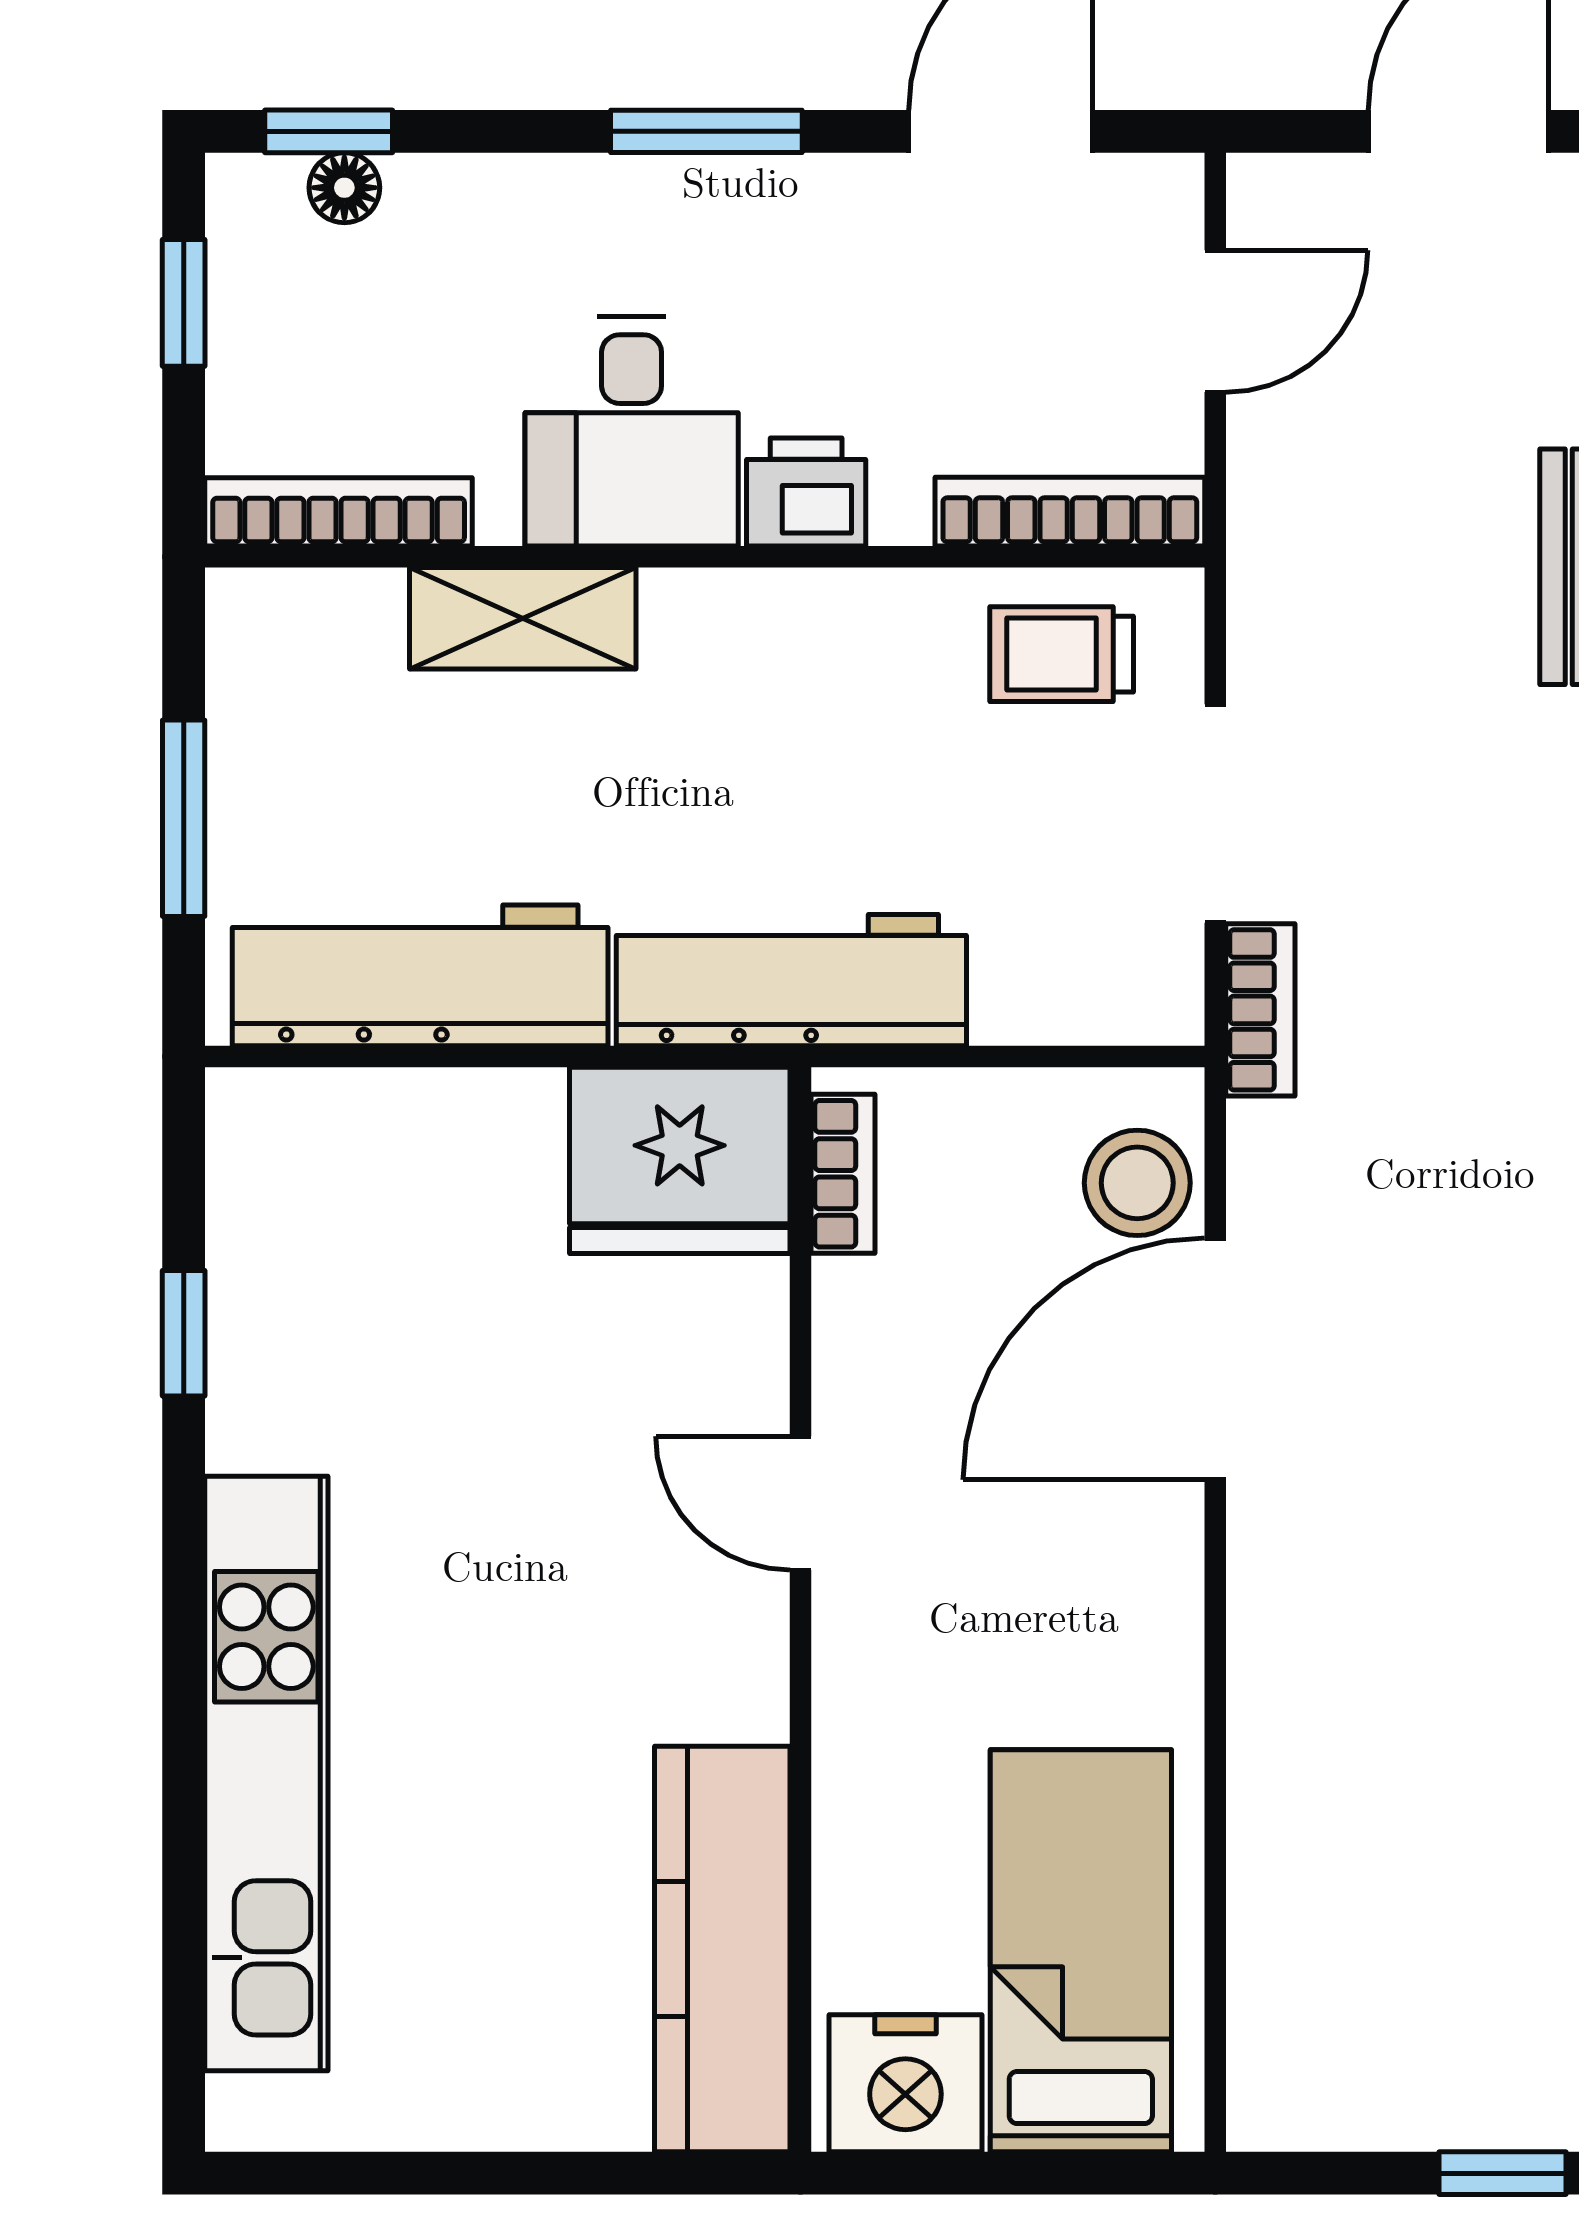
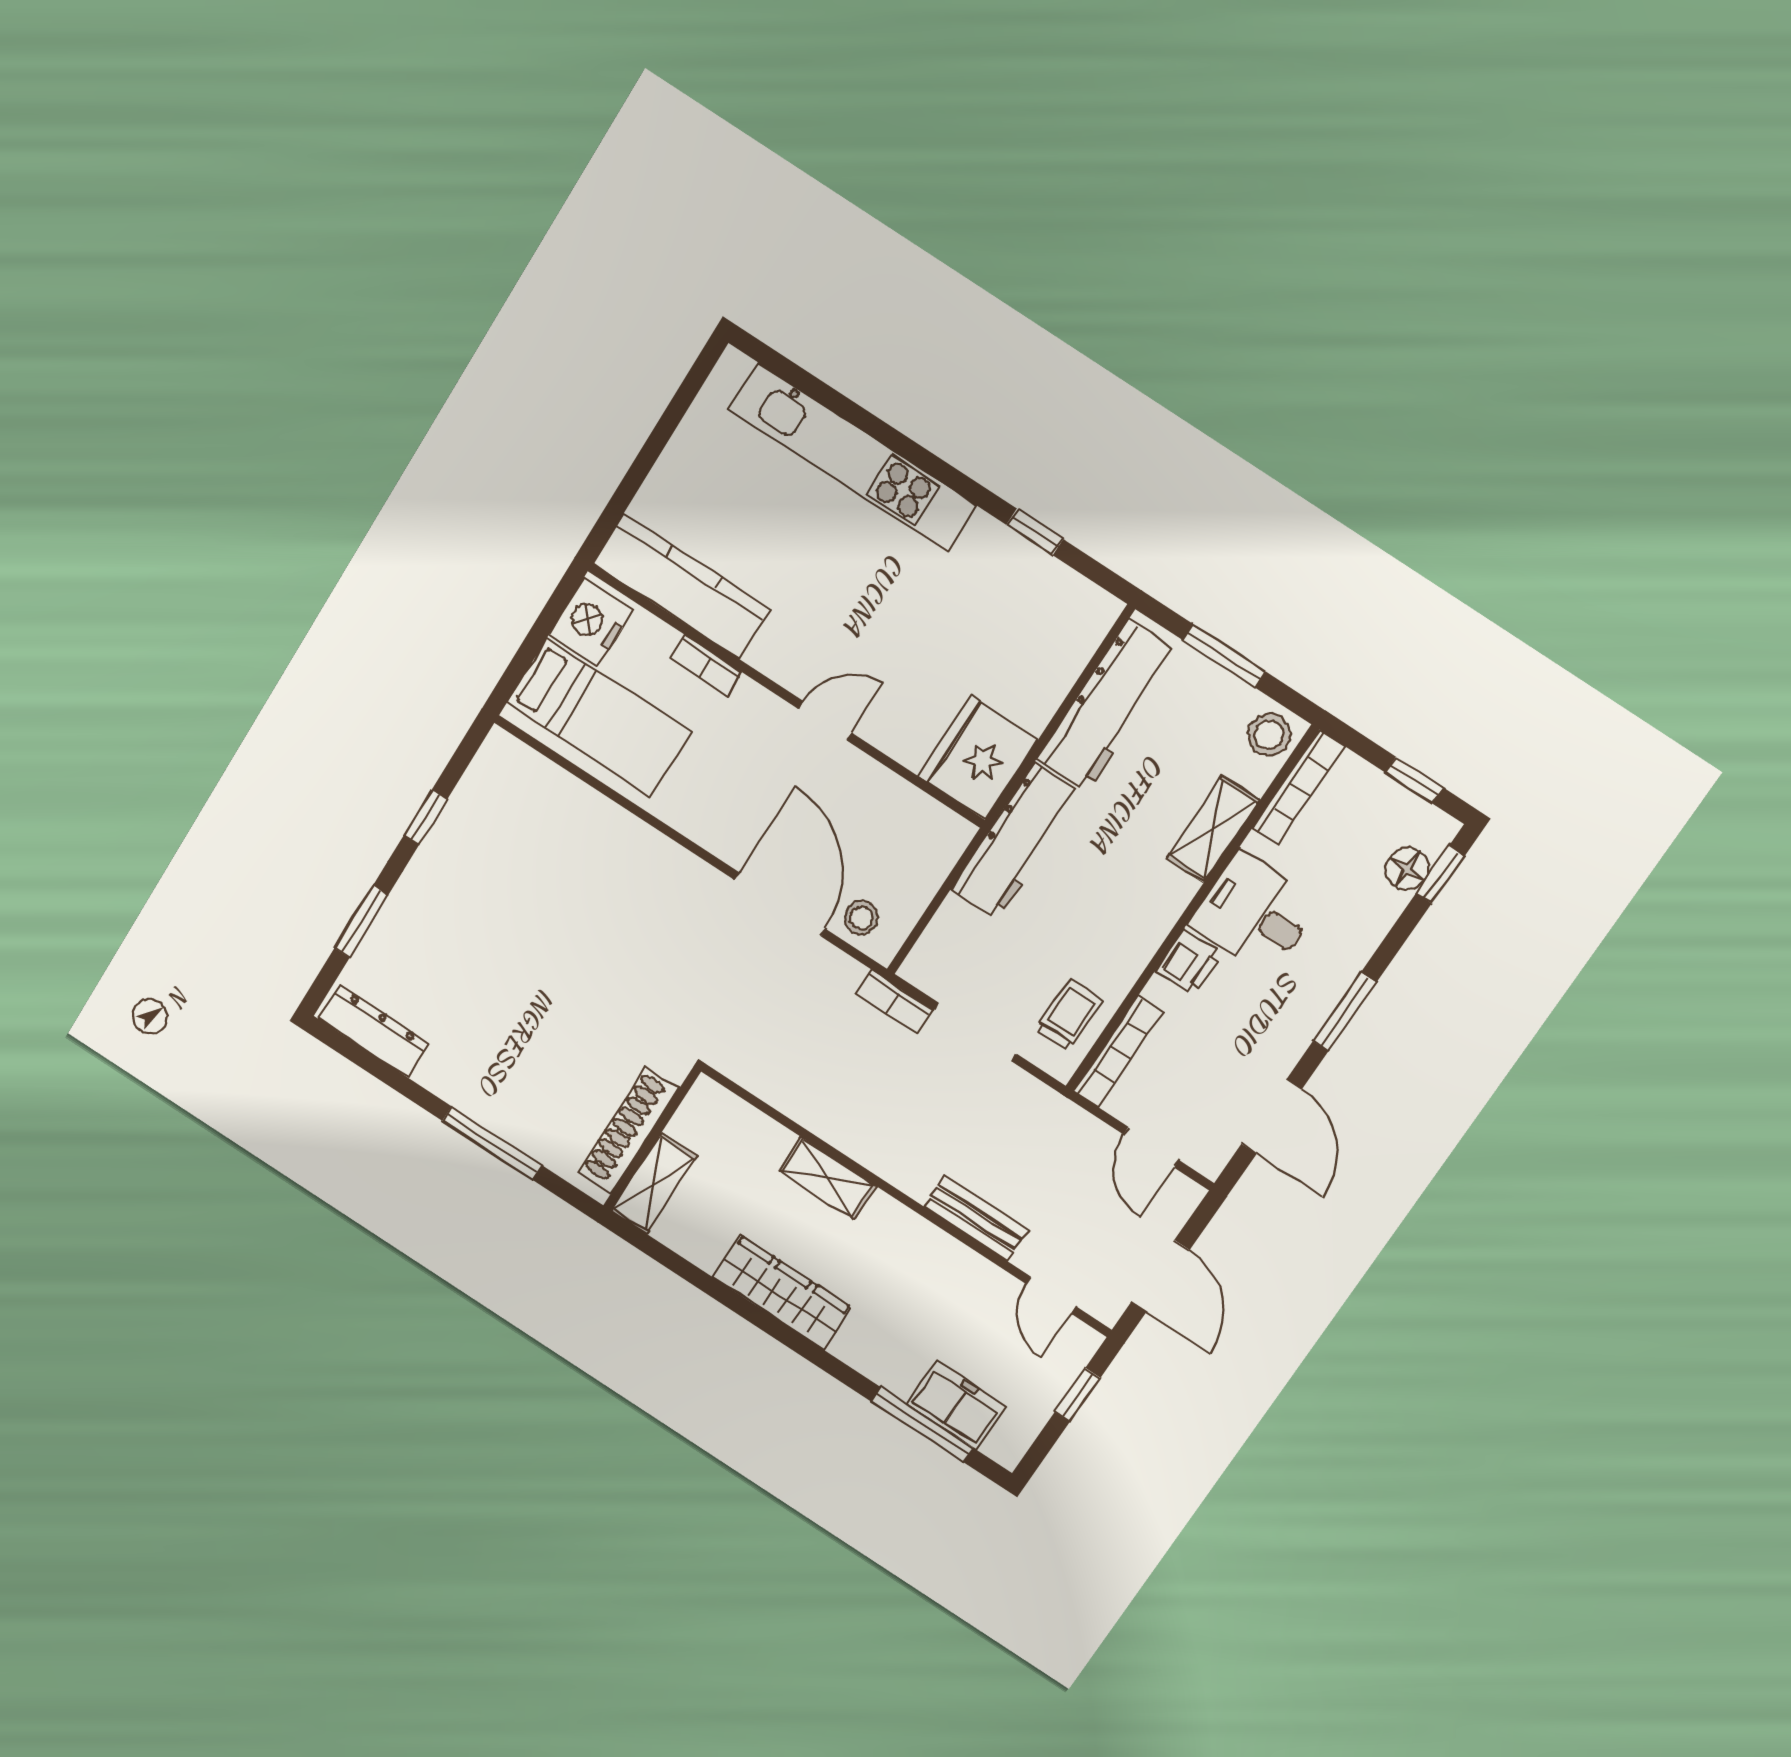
floor lamp: (344, 188) -> (1407, 869), width x1.37, depth x1.37
stool: (276, 634) -> (1269, 735), added
bookcase: (843, 1174) -> (707, 665), moved
stool: (1137, 1183) -> (861, 918), width x0.73, depth x0.73

